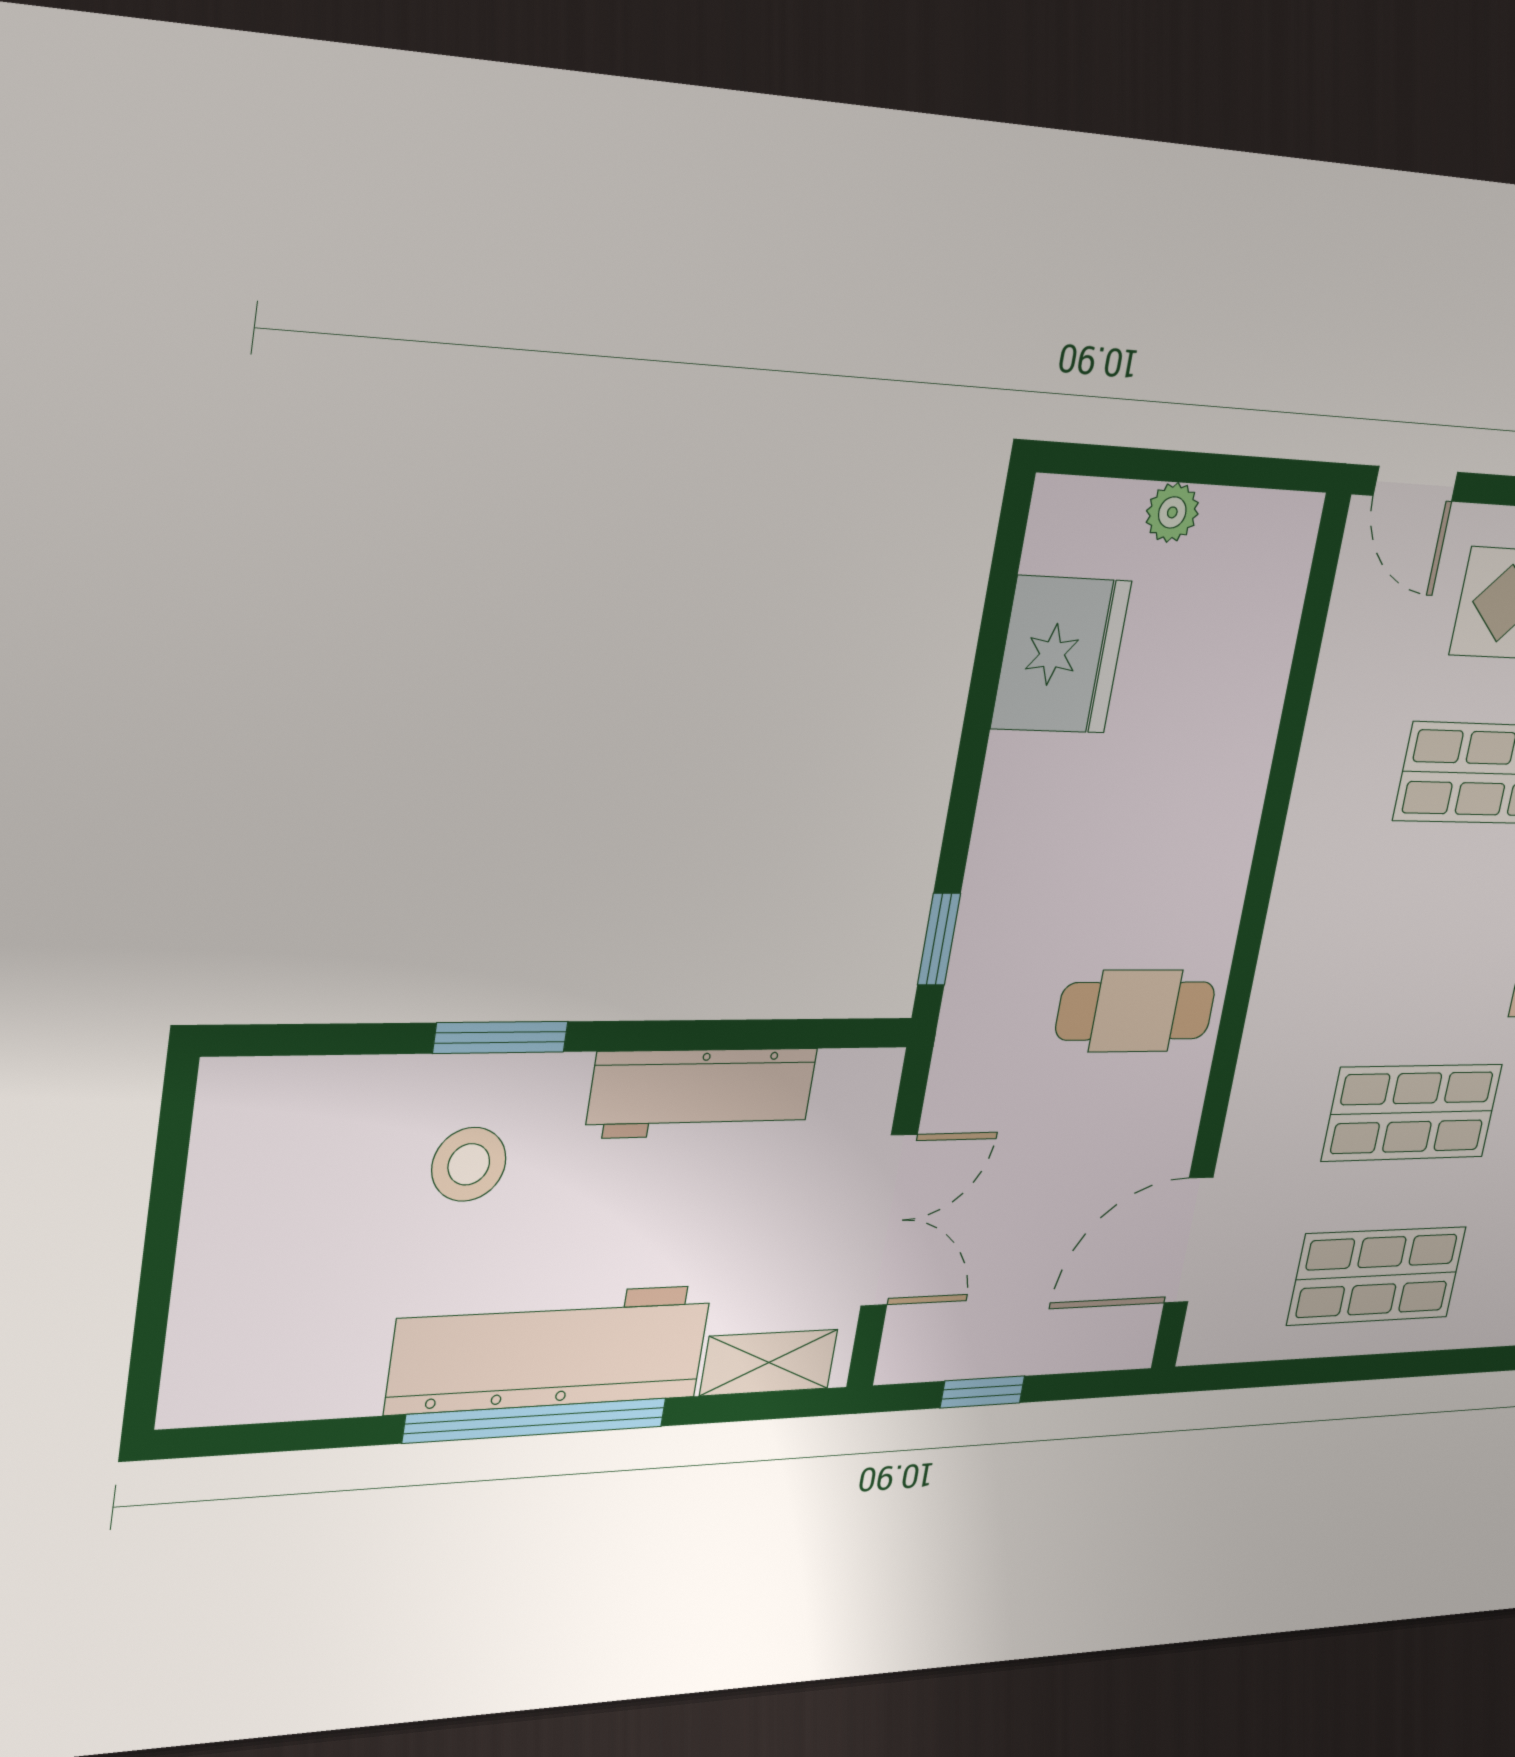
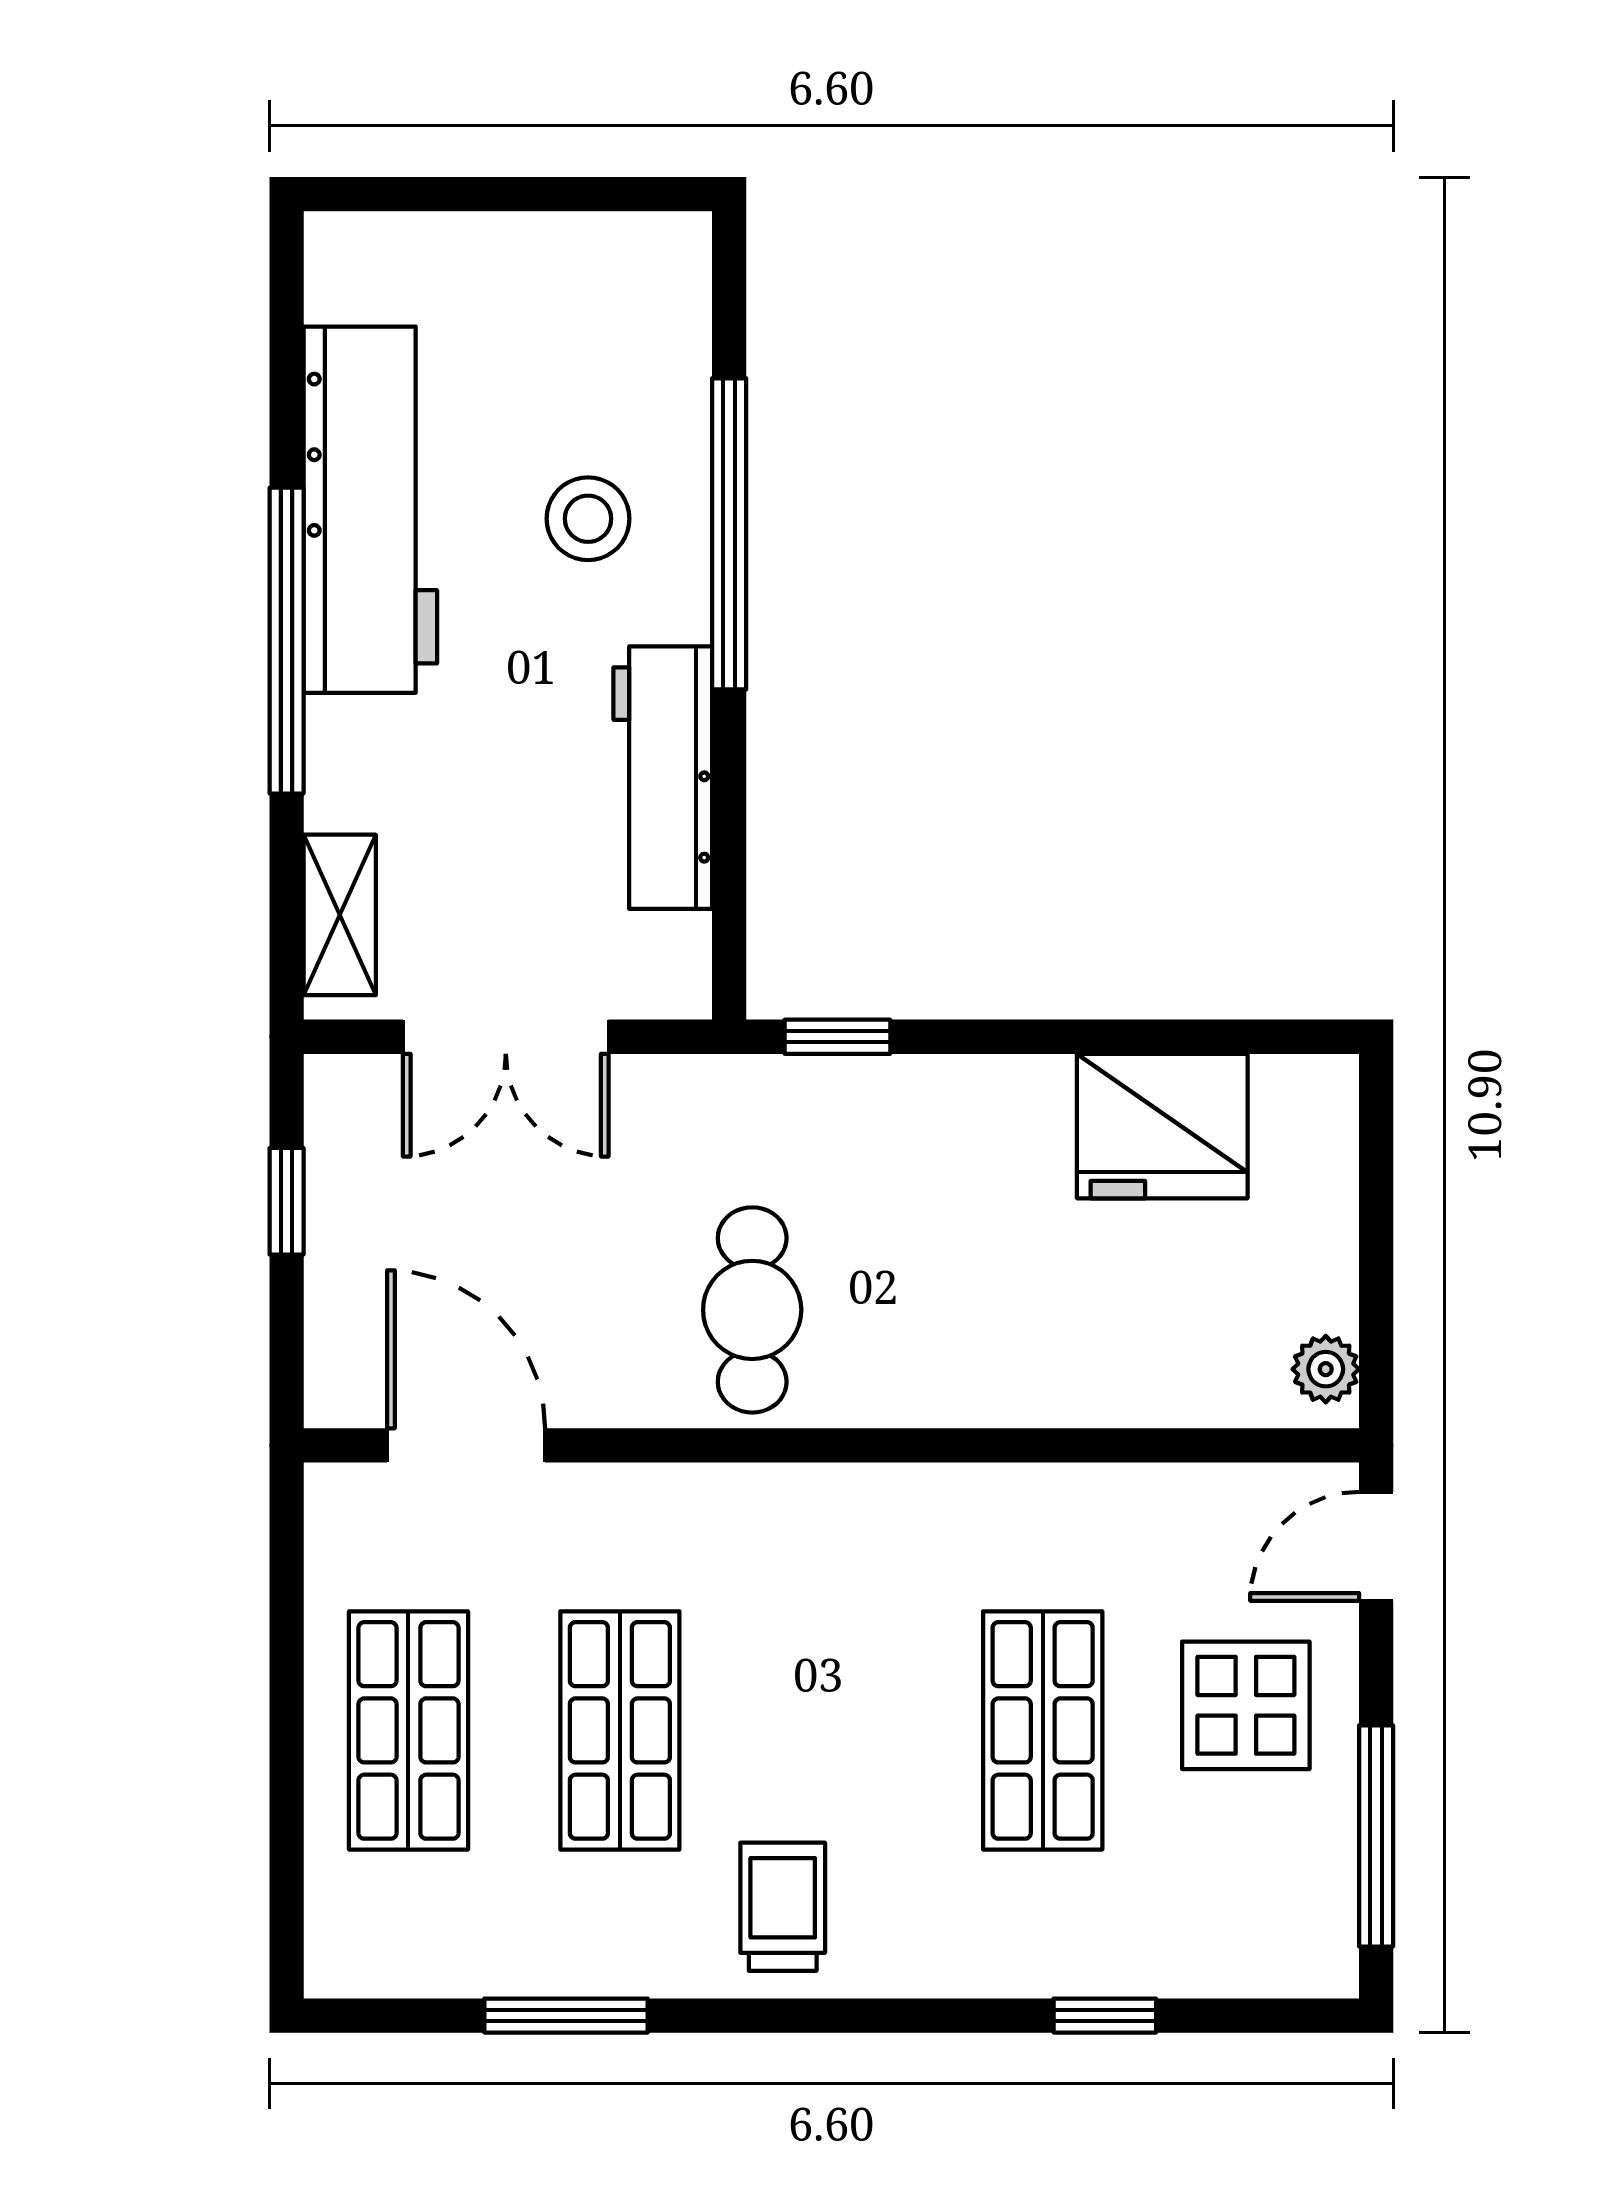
plant: (1172, 512) -> (1326, 1369), moved
window: (501, 1037) -> (729, 534), width x2.11
workbench: (550, 1349) -> (370, 510), moved

